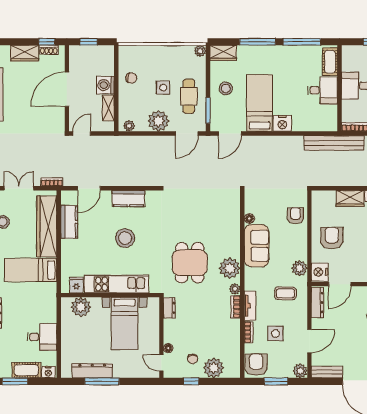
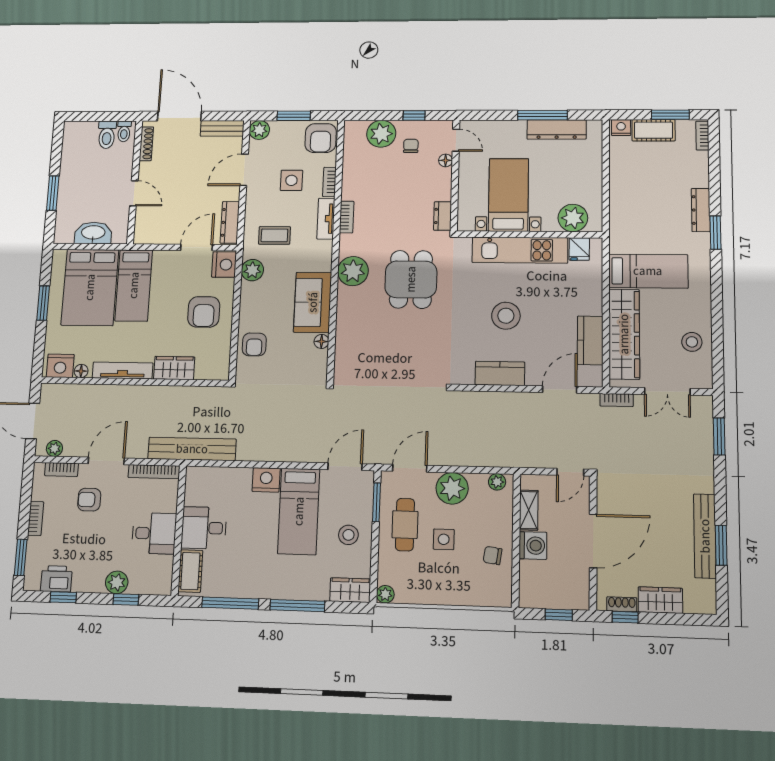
plant: (235, 289) -> (347, 242), removed
desk: (42, 337) -> (631, 176), removed

